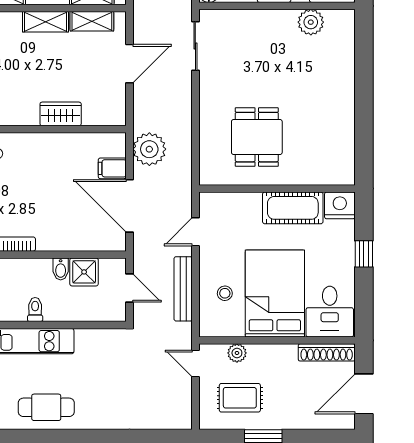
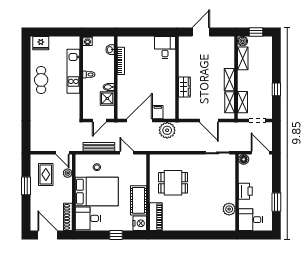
piano: (326, 172) -> (156, 217), added
door: (195, 364) -> (62, 153), swing flipped

